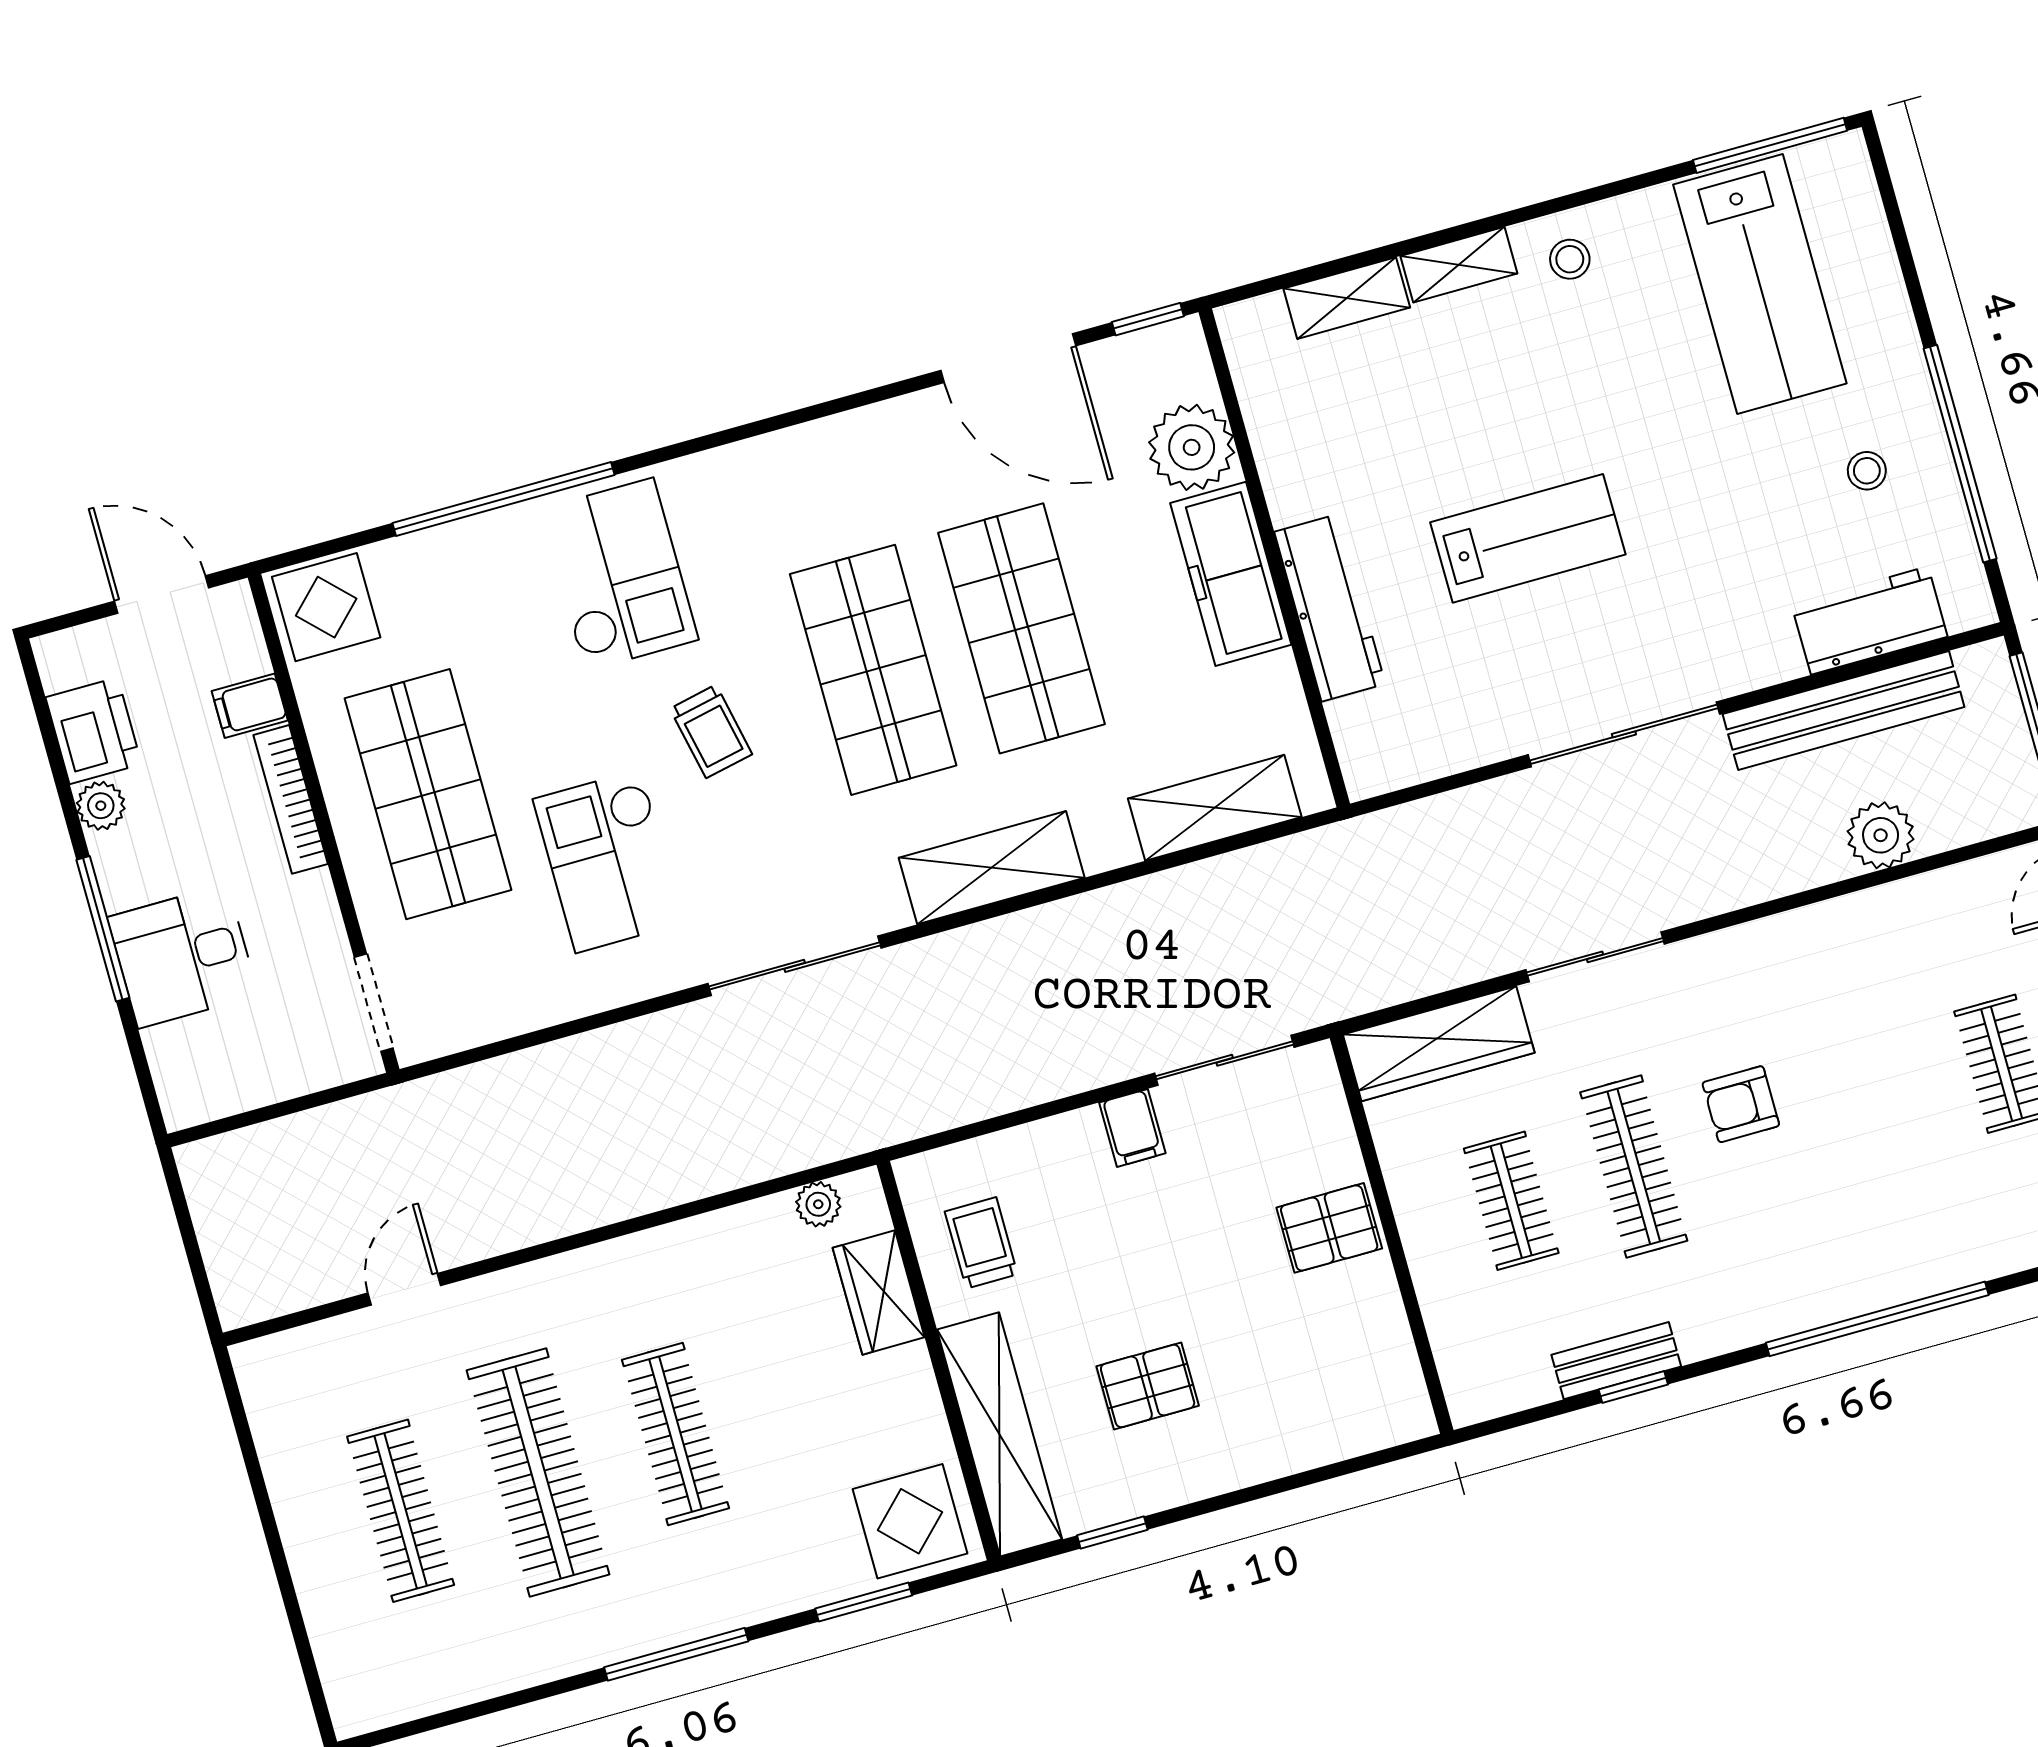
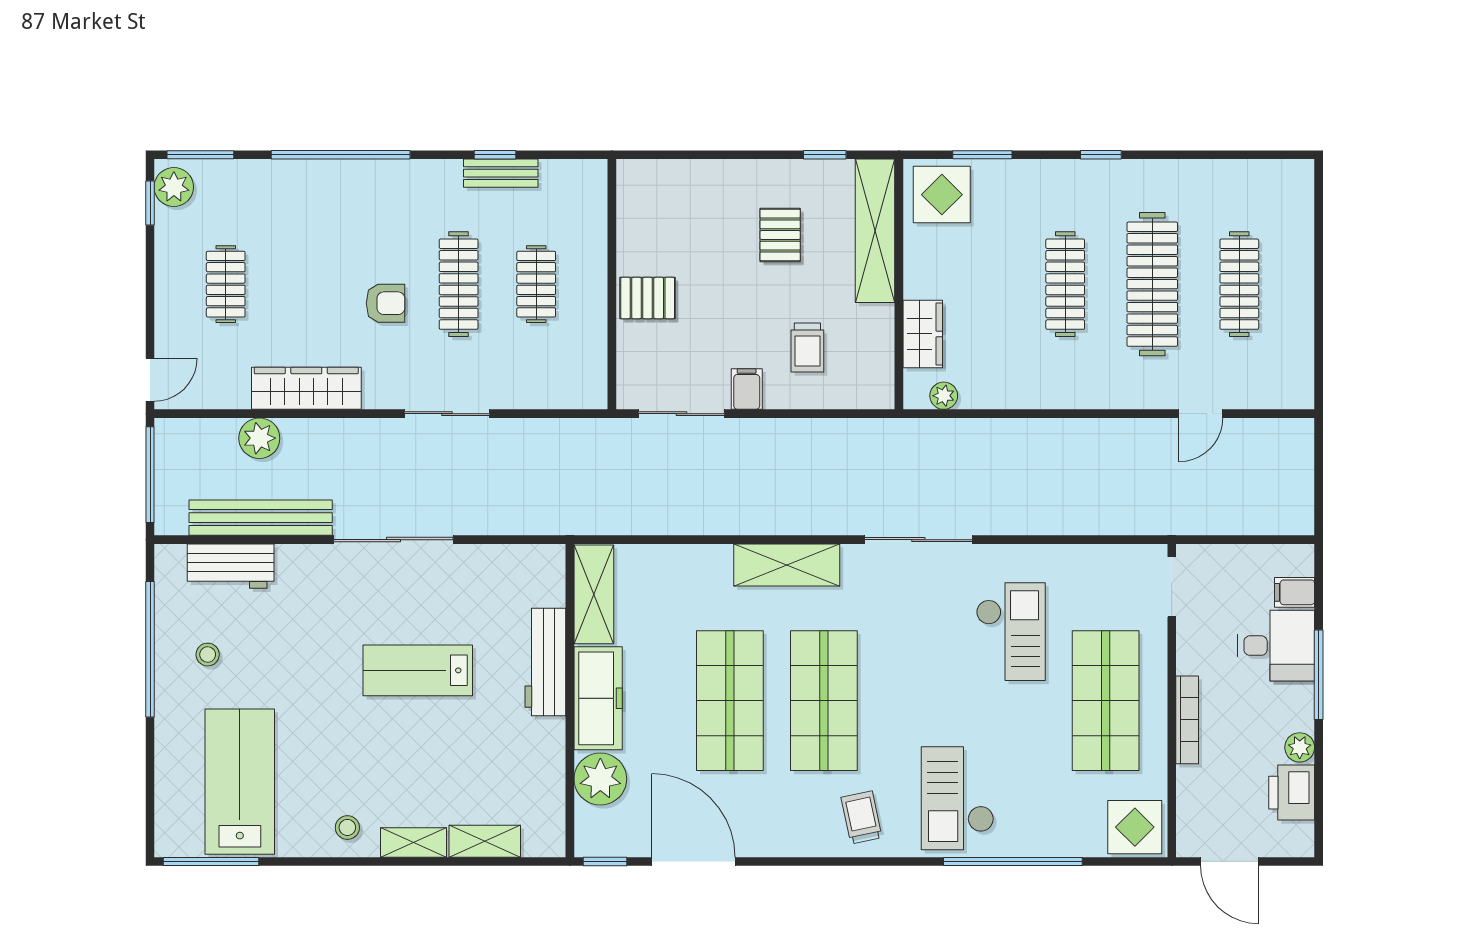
filing cabinet: (250, 706) -> (1295, 592), moved, turned 180
trolley: (711, 731) -> (862, 817), moved
shelving: (1215, 808) -> (594, 594), moved, turned 90
wardrobe: (1439, 1044) -> (306, 388), moved
trolley: (981, 1243) -> (807, 348), moved
pallet: (1148, 1386) -> (780, 235), turned 90
window: (676, 1654) -> (1101, 155), width x0.46

